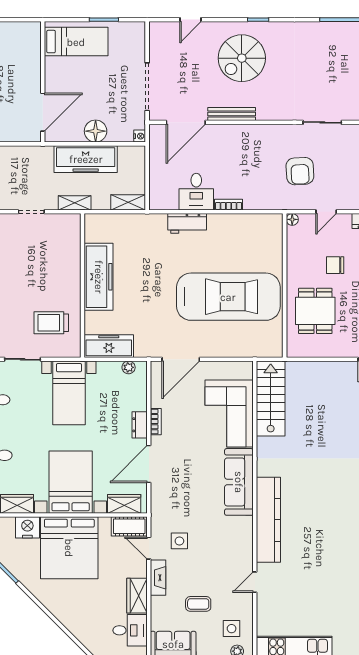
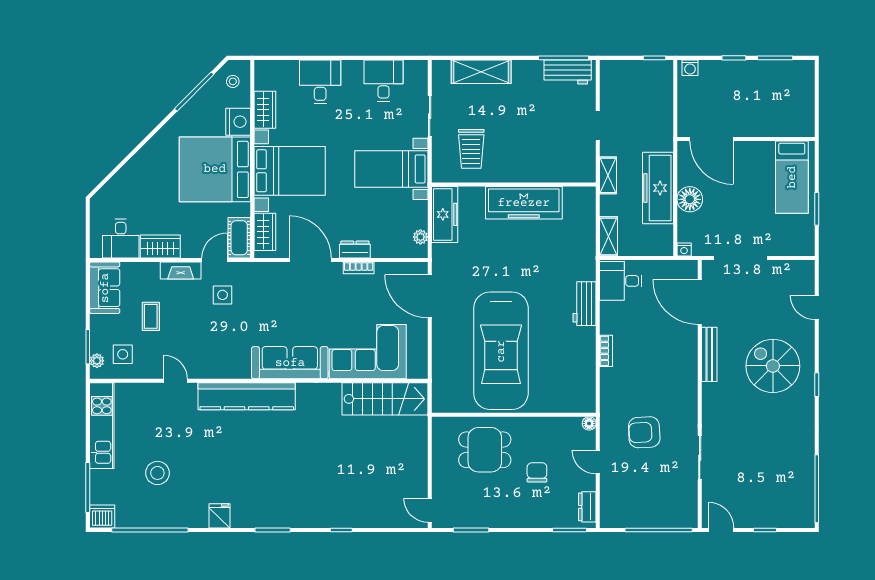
desk: (196, 192) -> (621, 281), moved
trolley: (51, 323) -> (471, 149), turned 180
stool: (336, 598) -> (157, 473), added

